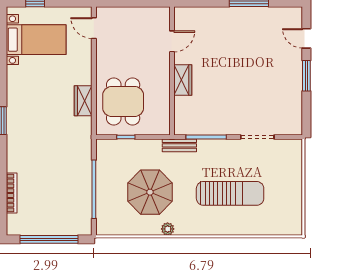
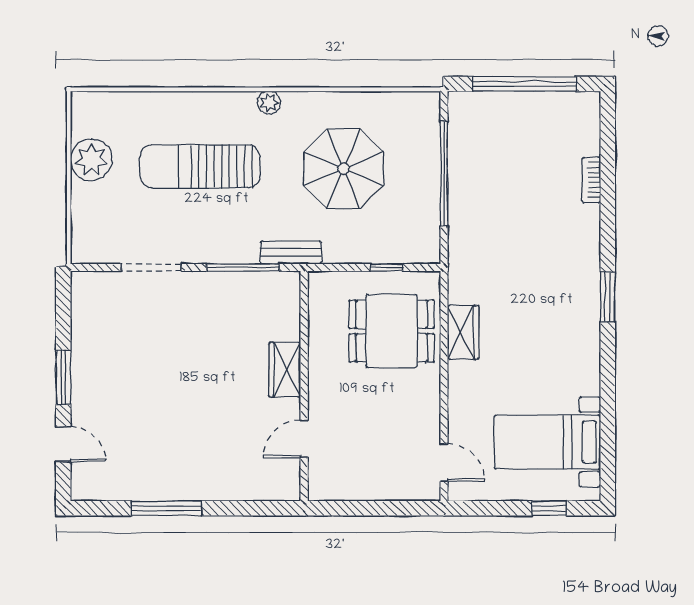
dining table: (123, 101) -> (392, 331), turned 90
bookcase: (12, 193) -> (591, 180), width x0.64
plant: (291, 197) -> (91, 160), added
plant: (168, 229) -> (269, 103), moved

